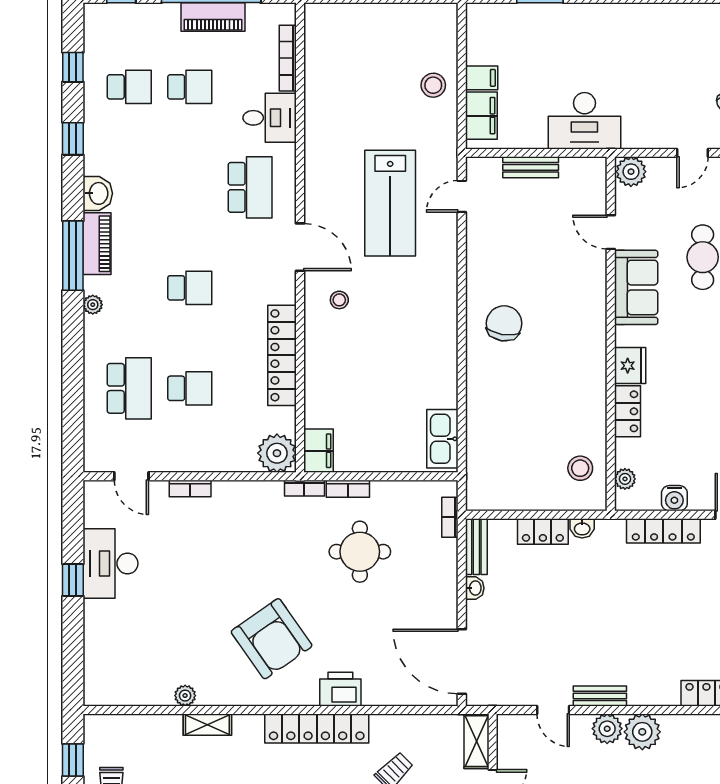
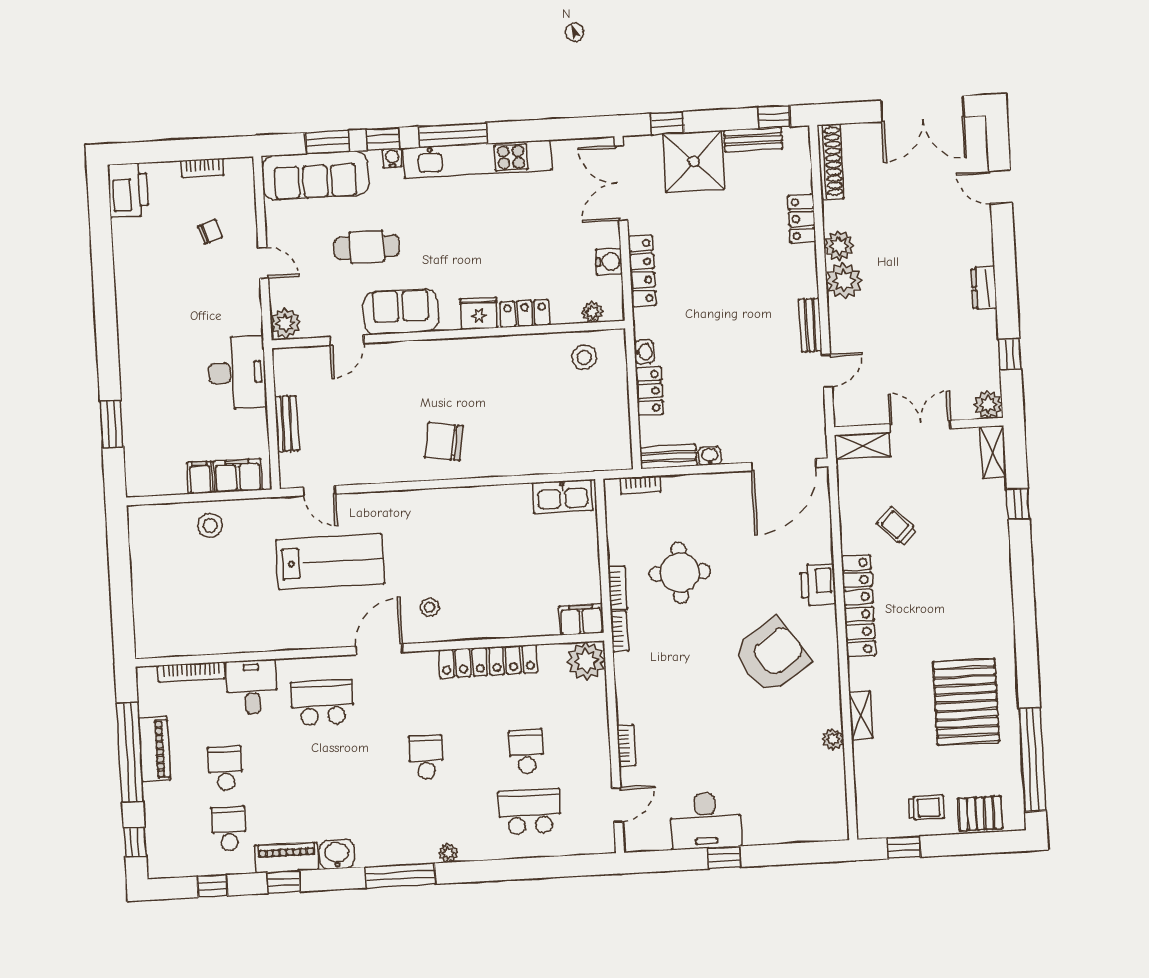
piano: (97, 244) -> (287, 858), moved
plant: (607, 729) -> (839, 246), moved

